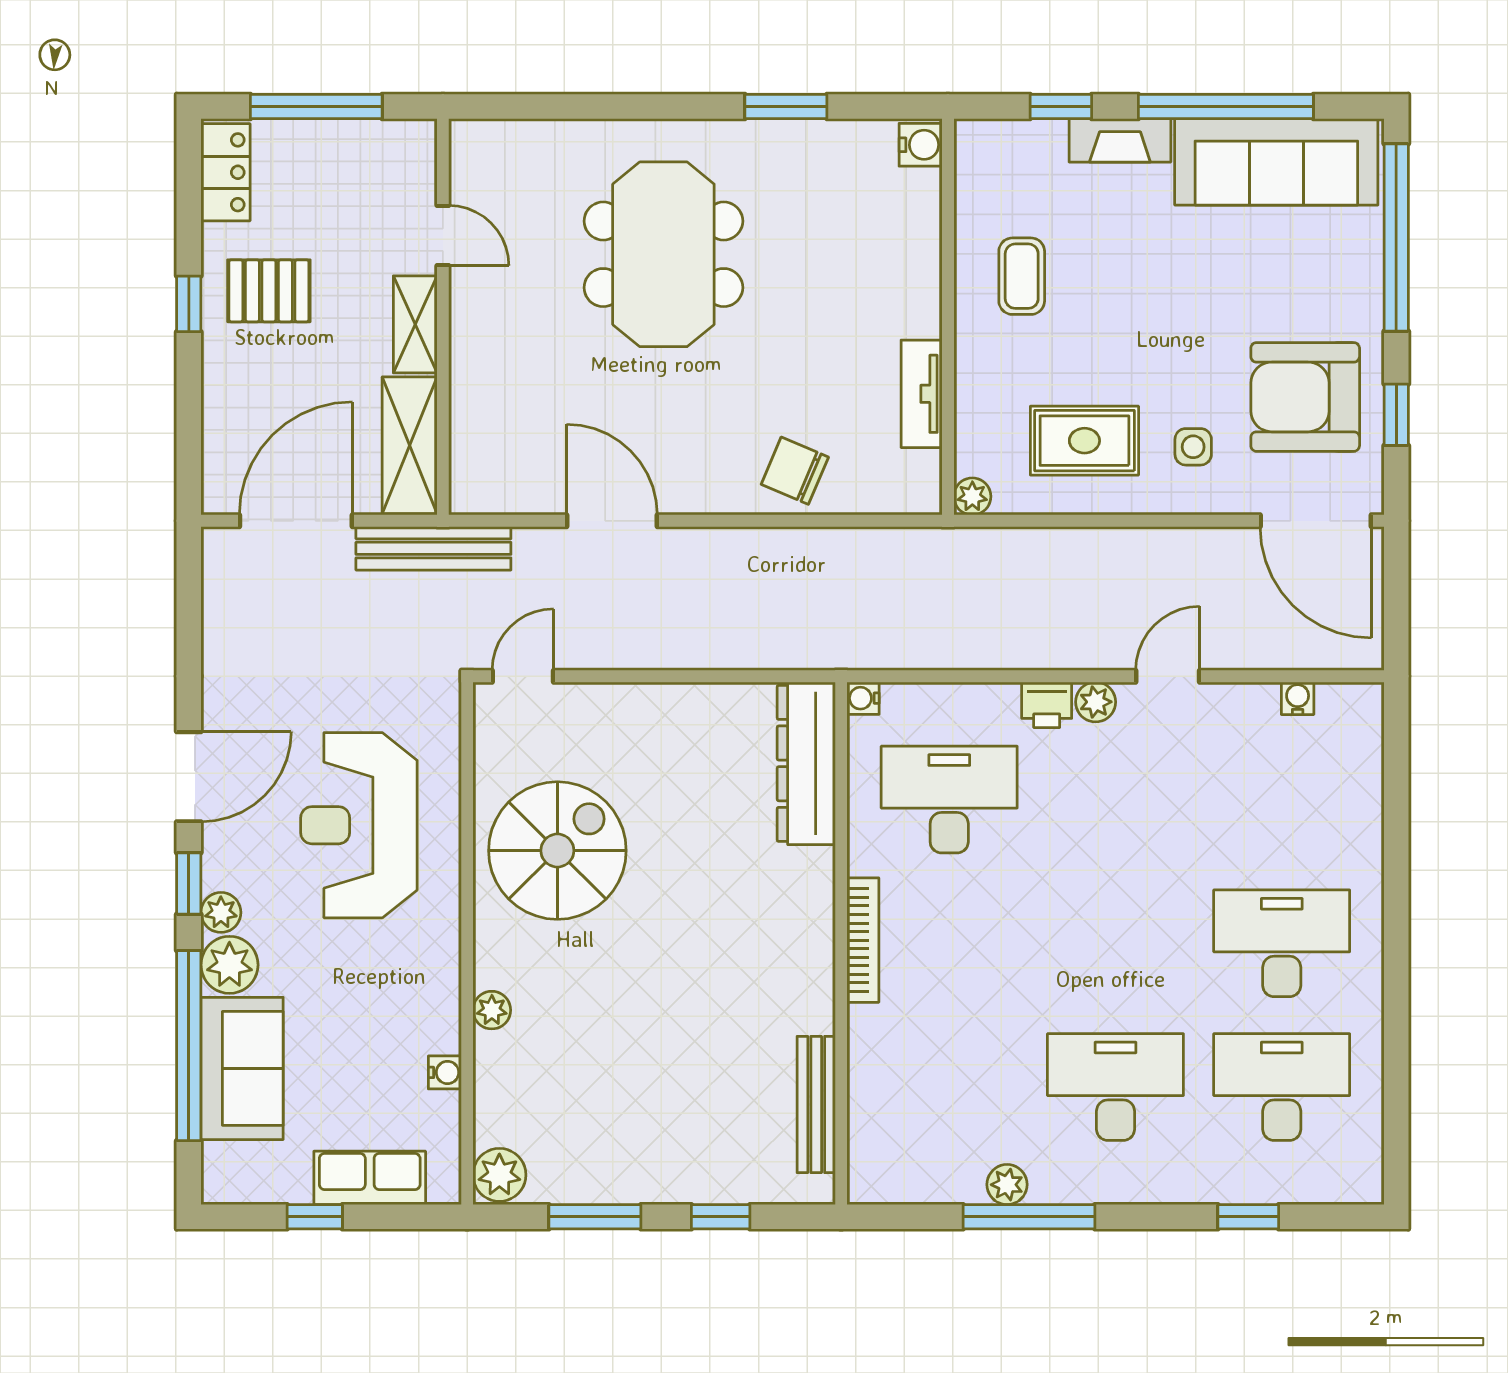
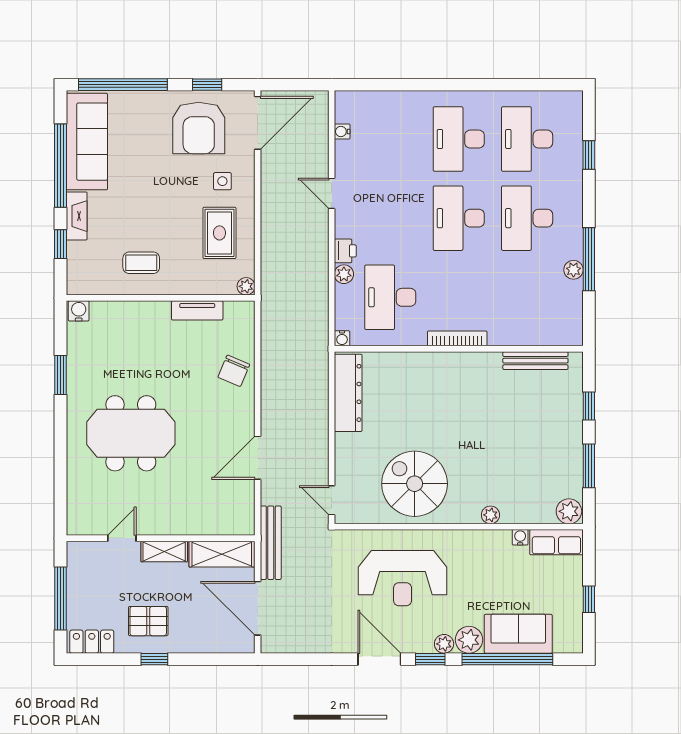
pallet: (269, 291) -> (148, 621), turned 90
plant: (1096, 702) -> (344, 274), moved
dresser: (806, 763) -> (348, 393), moved, turned -90
desk: (1115, 943) -> (459, 218), added
row of seats: (370, 1178) -> (556, 542), moved, turned -90

